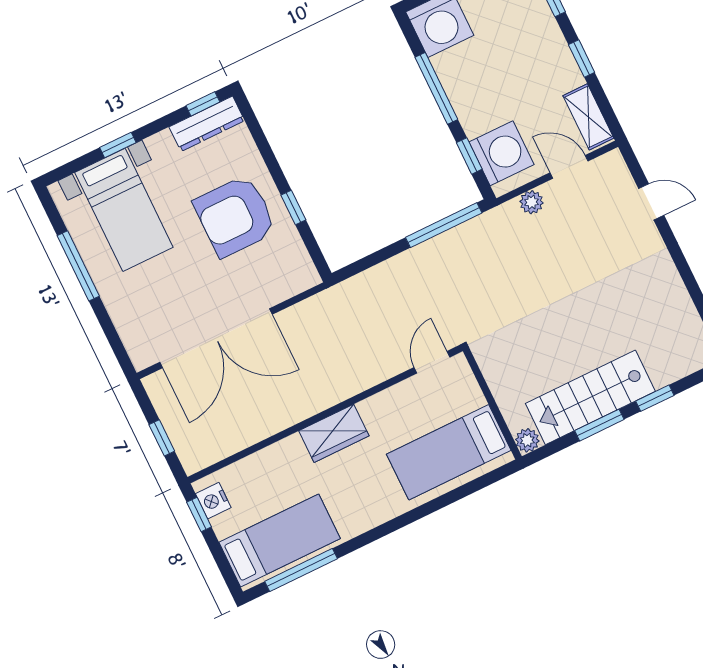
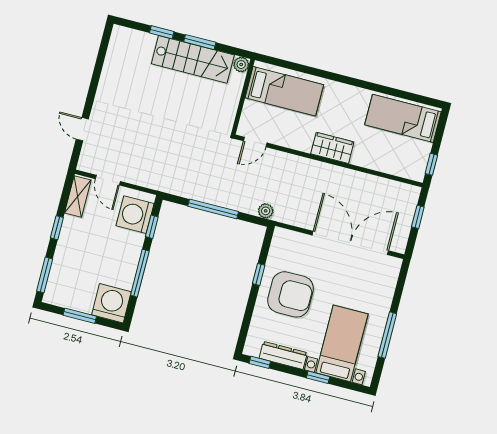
dresser: (207, 124) -> (283, 355), moved
plant: (531, 202) -> (266, 211), moved
window: (444, 225) -> (213, 209), moved
nightstand: (213, 501) -> (419, 165), removed
window: (301, 570) -> (405, 95), removed

